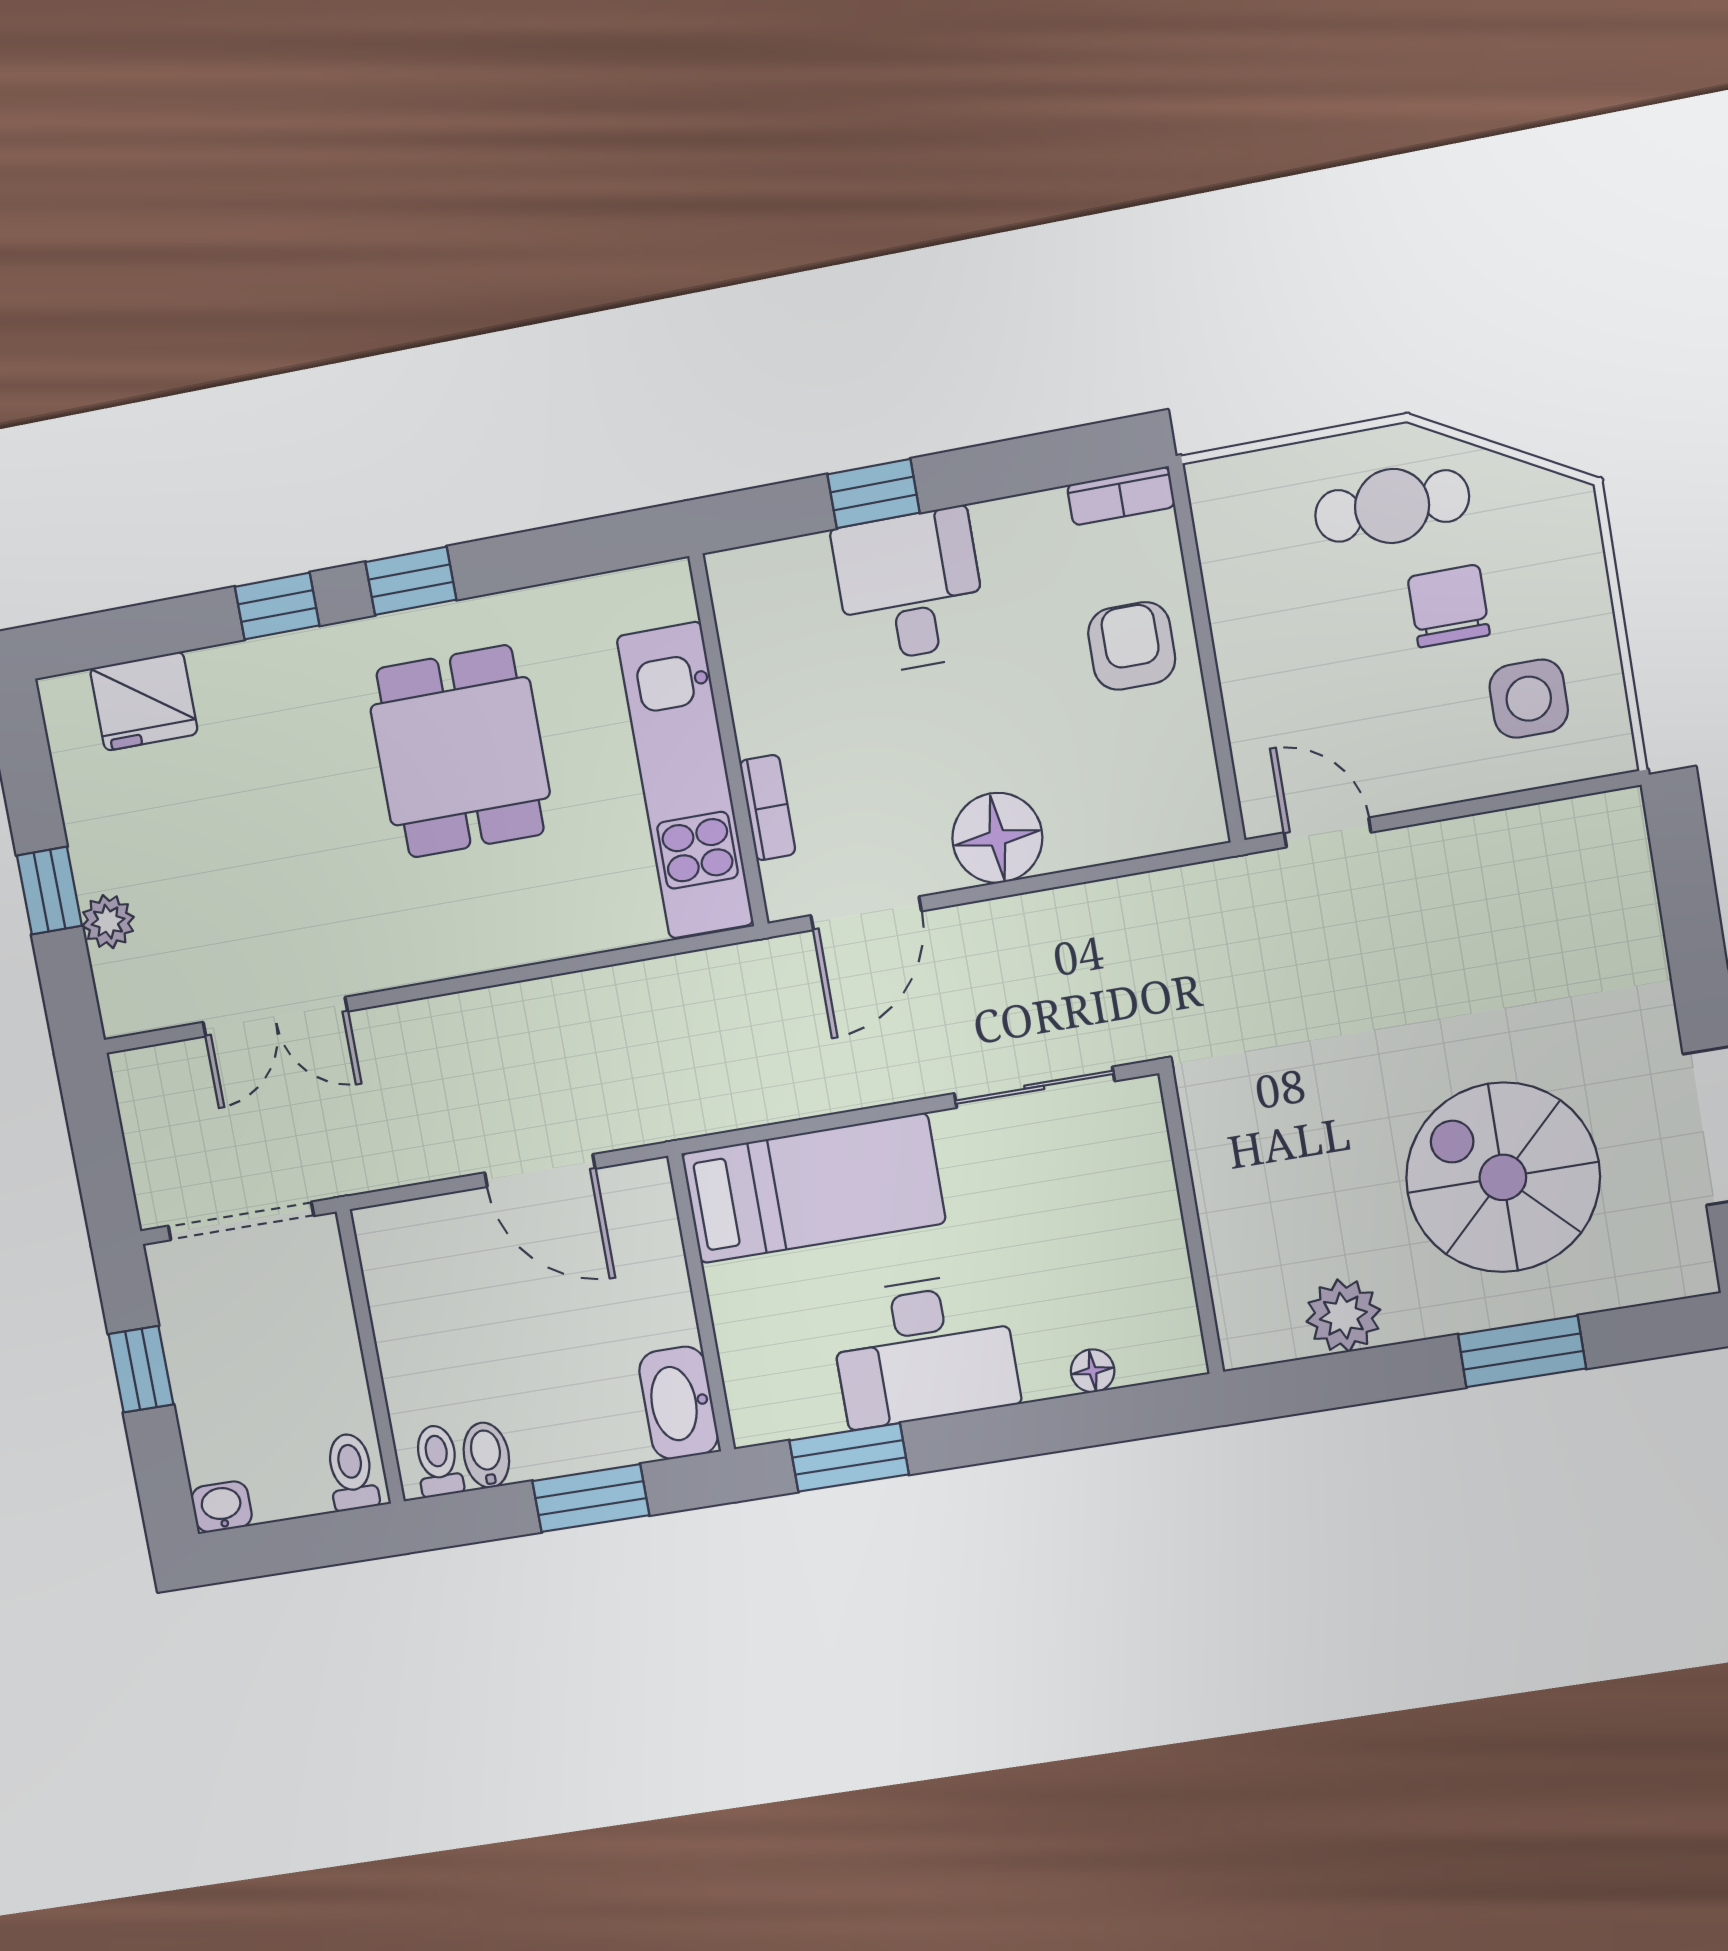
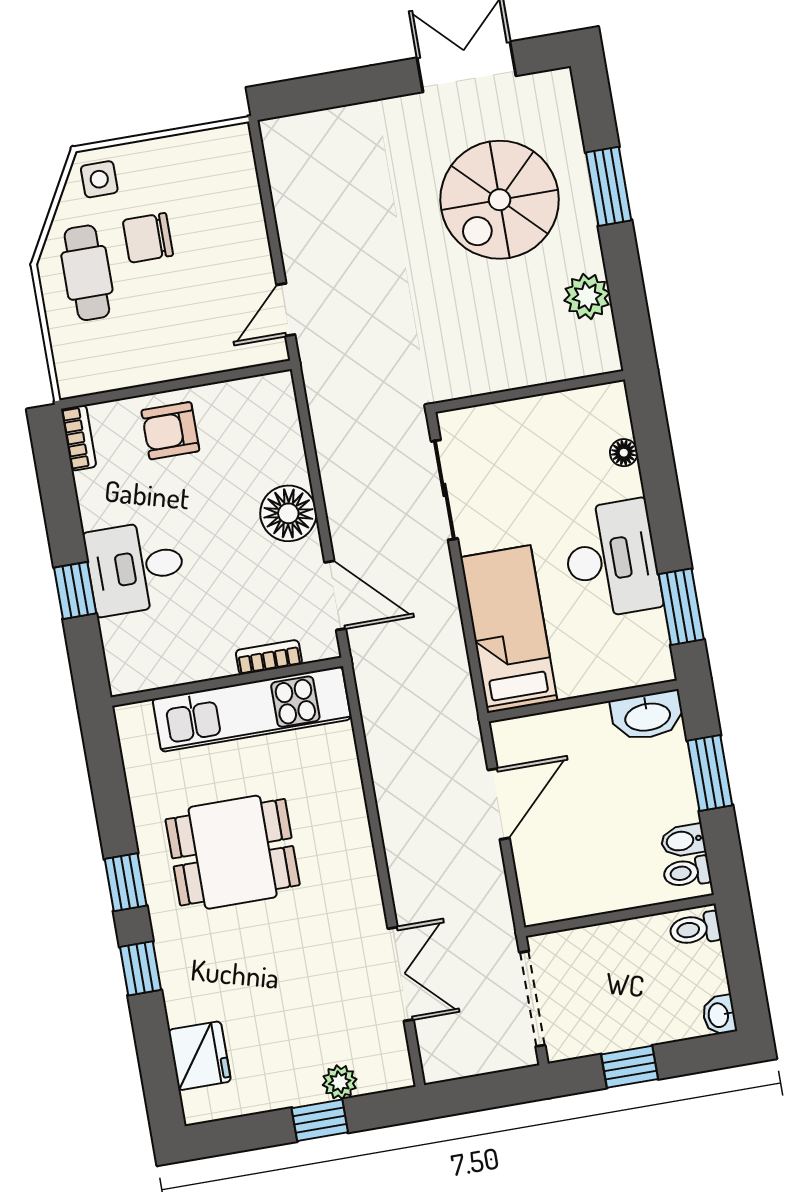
side table: (1529, 699) -> (99, 179), moved, width x0.73, depth x0.73

